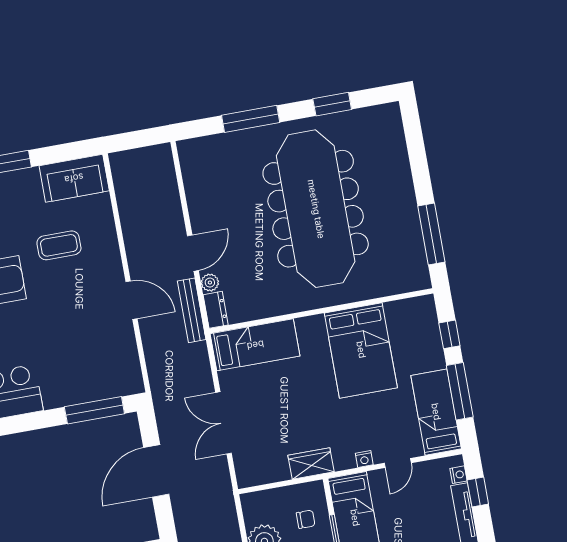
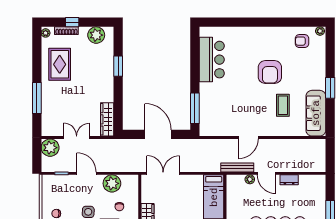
sofa: (74, 178) -> (316, 113), width x1.36
dresser: (216, 310) -> (289, 180), moved
double door: (223, 423) -> (163, 173), moved

